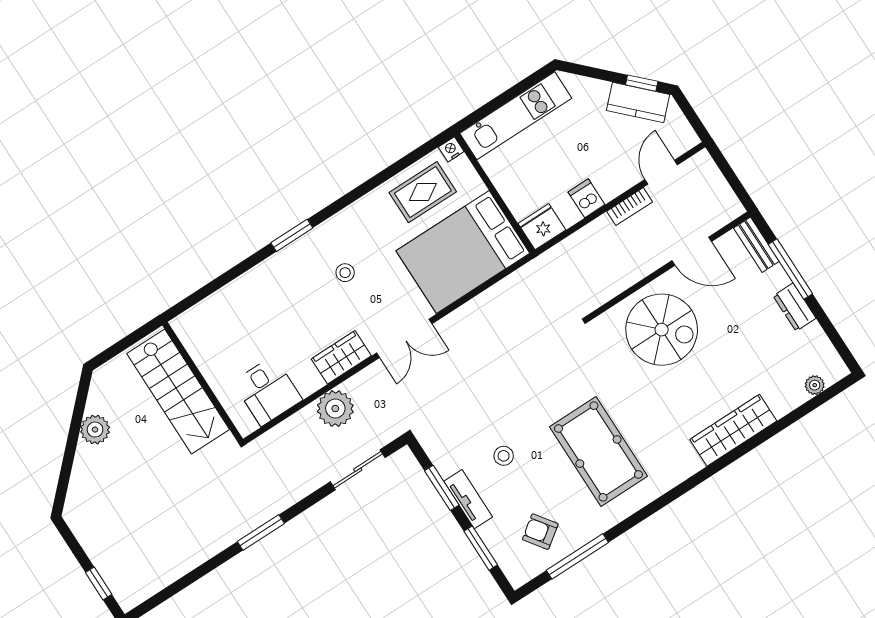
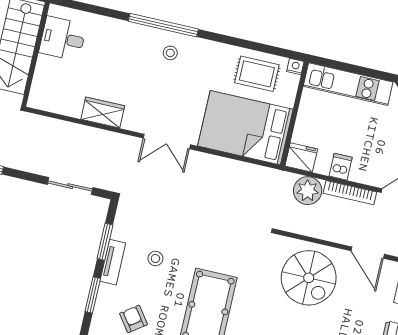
bookcase: (630, 207) -> (350, 193), width x1.56
window: (292, 235) -> (163, 25), width x2.11
stool: (345, 273) -> (170, 53), moved
wardrobe: (341, 357) -> (103, 113), moved
desk: (268, 391) -> (63, 39), moved, turned 90
plant: (335, 409) -> (308, 191), moved

